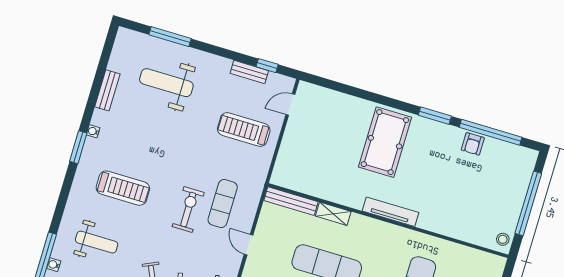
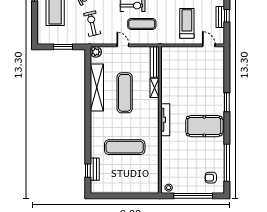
window: (267, 66) -> (227, 16), moved
window: (435, 116) -> (227, 102), moved
pool table: (385, 142) -> (204, 126), moved
armchair: (473, 144) -> (211, 178), moved
door: (249, 245) -> (123, 45), hinge flipped

